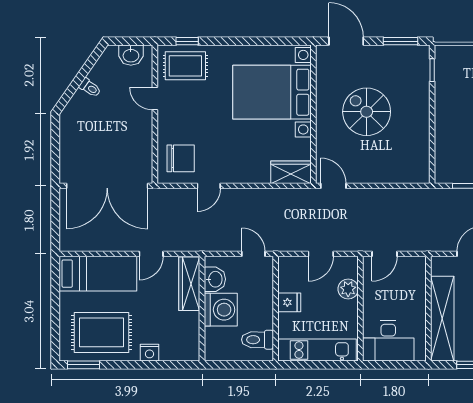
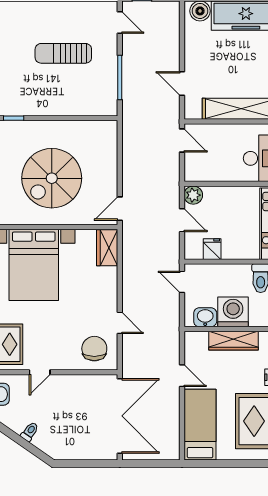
spiral stairs: (367, 112) -> (52, 178), width x1.37, depth x1.37
door: (253, 254) -> (182, 282), hinge flipped
door: (385, 254) -> (182, 141), moved
wardrobe: (189, 284) -> (233, 341), moved
plant: (348, 289) -> (193, 195), moved
fridge: (289, 302) -> (212, 249), moved

